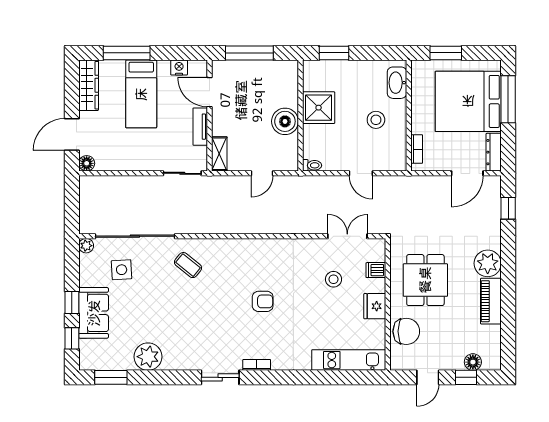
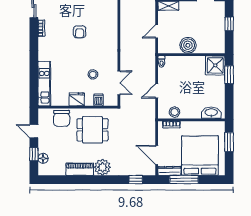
window: (249, 53) -> (229, 24), width x0.46
window: (508, 99) -> (184, 180), moved
shower: (319, 108) -> (215, 65), moved
stool: (376, 120) -> (174, 112), moved
door: (262, 173) -> (157, 31), hinge flipped

